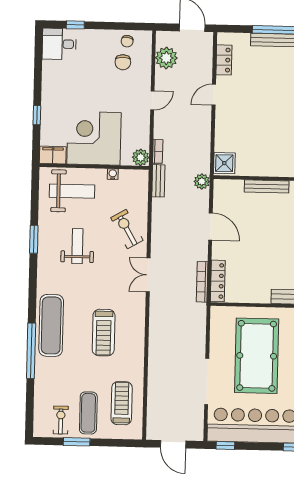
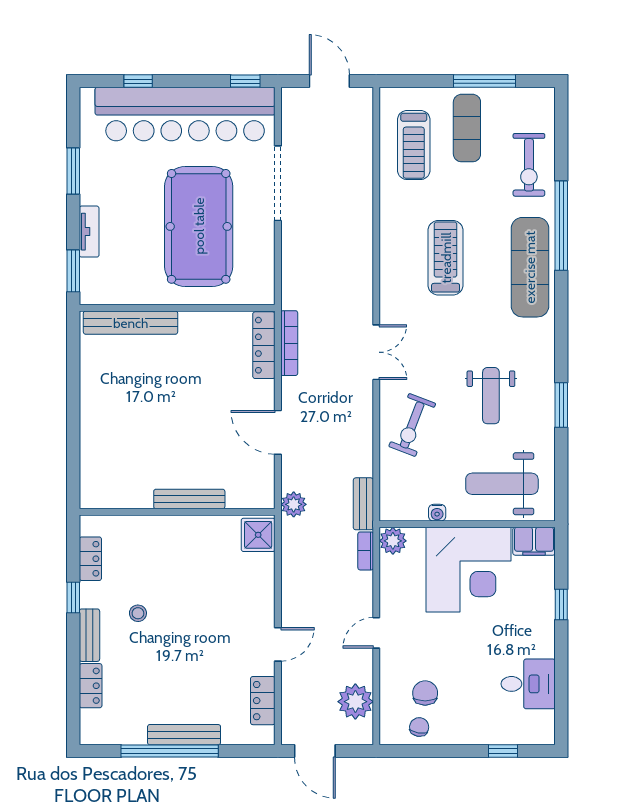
desk: (59, 44) -> (528, 684), moved
exercise bike: (127, 229) -> (412, 425), turned 51
exercise bike: (61, 420) -> (529, 165), moved, width x1.38, depth x1.39
window: (77, 442) -> (485, 81), width x1.44

